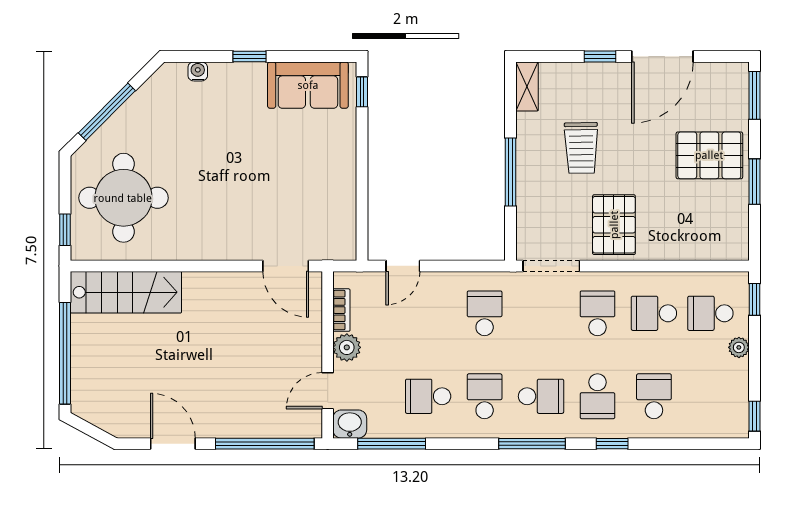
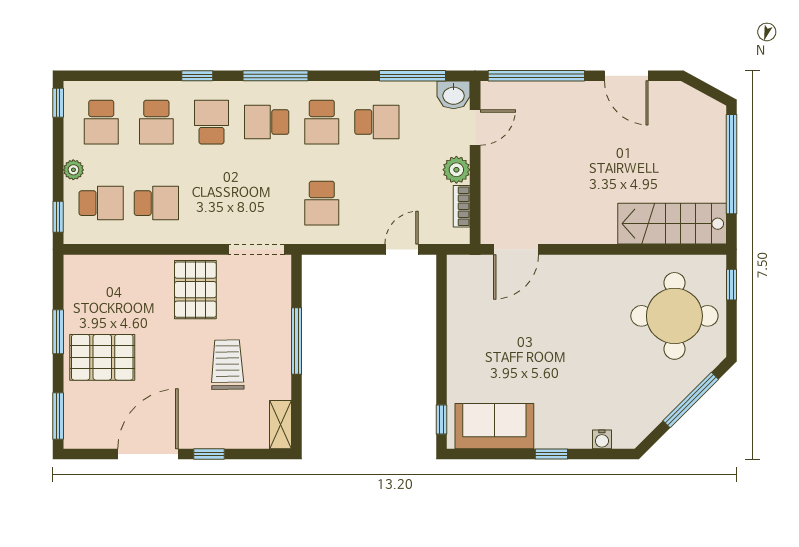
door: (286, 266) -> (516, 249), swing flipped
school desk: (597, 313) -> (101, 122), moved

